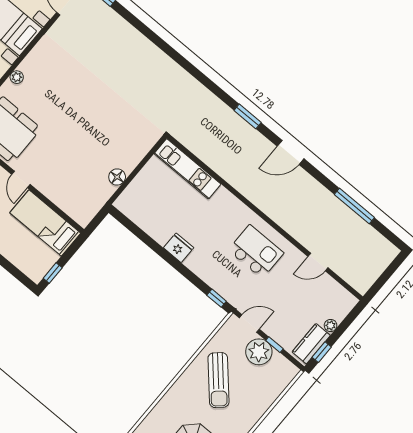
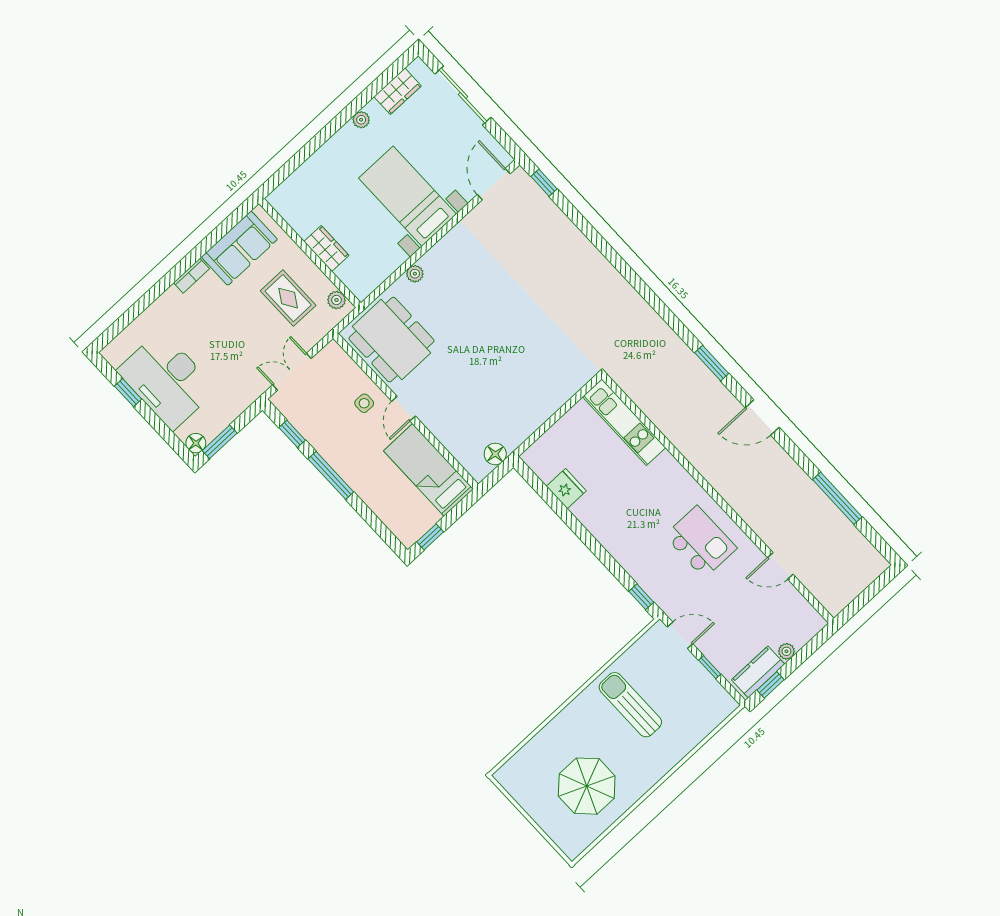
floor lamp: (117, 177) -> (495, 454), moved
fridge: (179, 248) -> (566, 489), moved
plant: (259, 352) -> (688, 674), removed
sun lounger: (218, 380) -> (630, 705), turned 132

